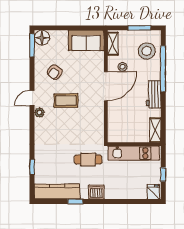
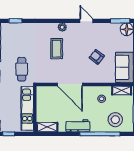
armchair: (55, 72) -> (97, 57), moved
door: (106, 86) -> (70, 84), moved
door: (32, 98) -> (87, 21), moved
coffee table: (66, 101) -> (57, 49), moved

